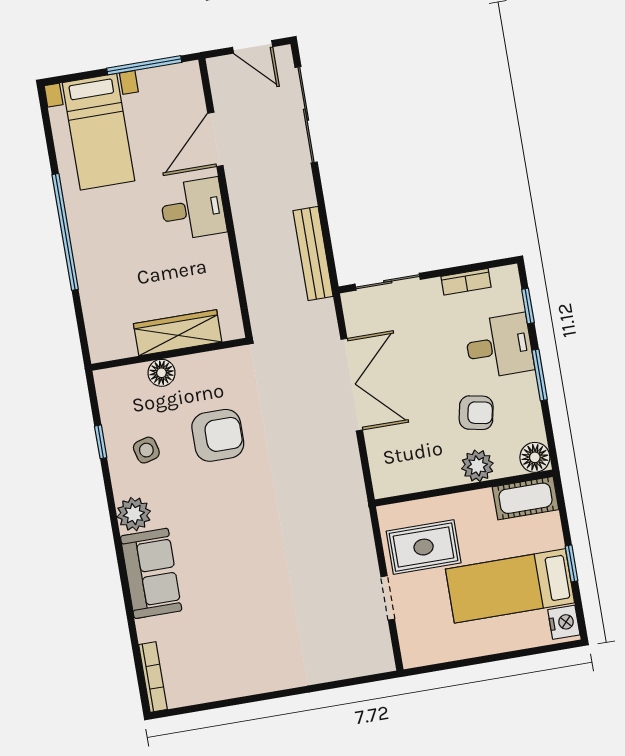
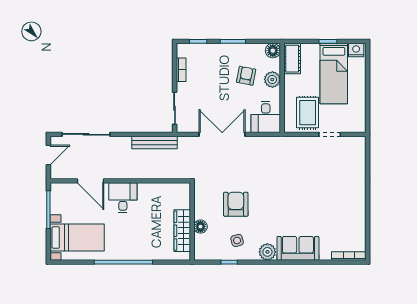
wardrobe: (178, 333) -> (182, 231), moved
desk: (499, 346) -> (266, 117), moved, turned 180

